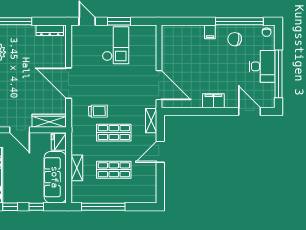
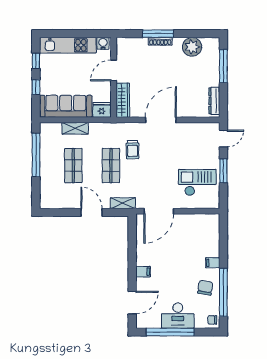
checkout: (116, 45) -> (197, 182), moved, turned 180
filing cabinet: (213, 101) -> (143, 272), width x0.50

